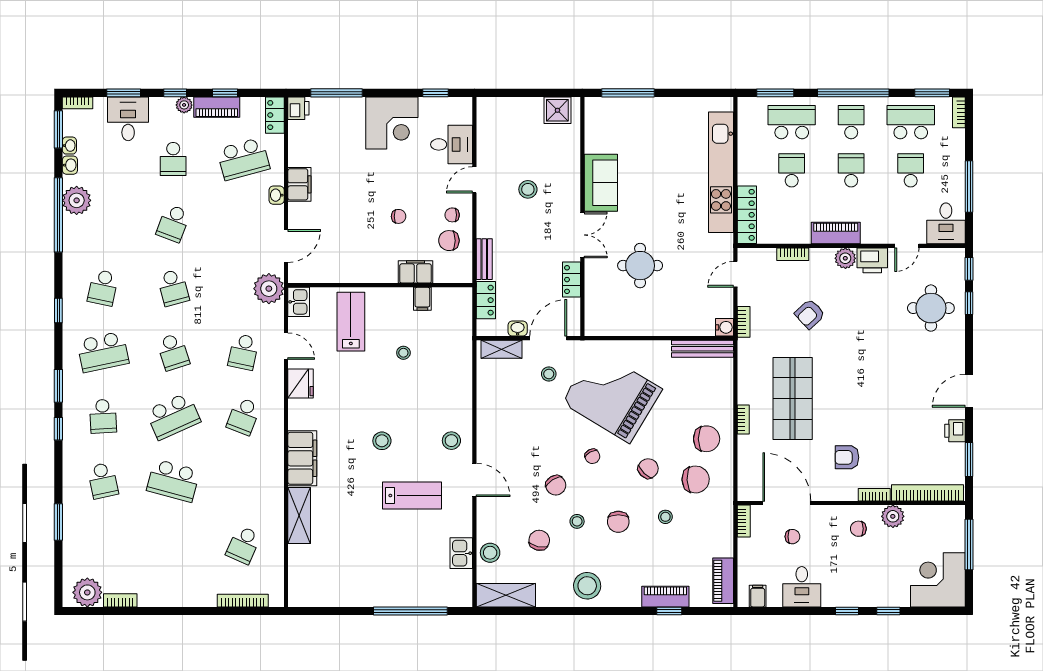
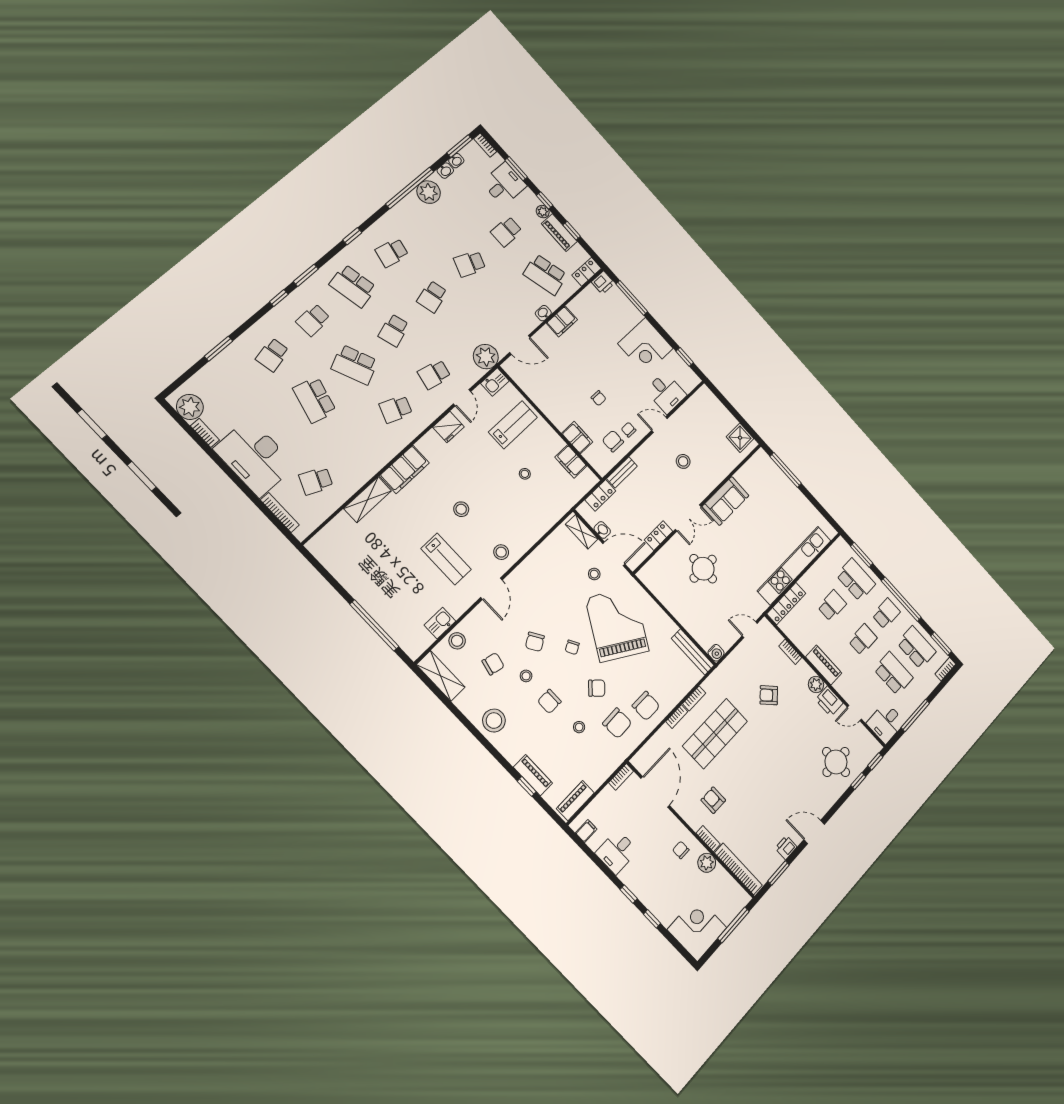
school desk: (911, 170) -> (893, 673), width x1.85
filing cabinet: (422, 299) -> (571, 461), width x2.00
bookcase: (744, 322) -> (694, 698), moved
chair: (792, 537) -> (640, 815), removed
desk: (177, 578) -> (255, 457), added

